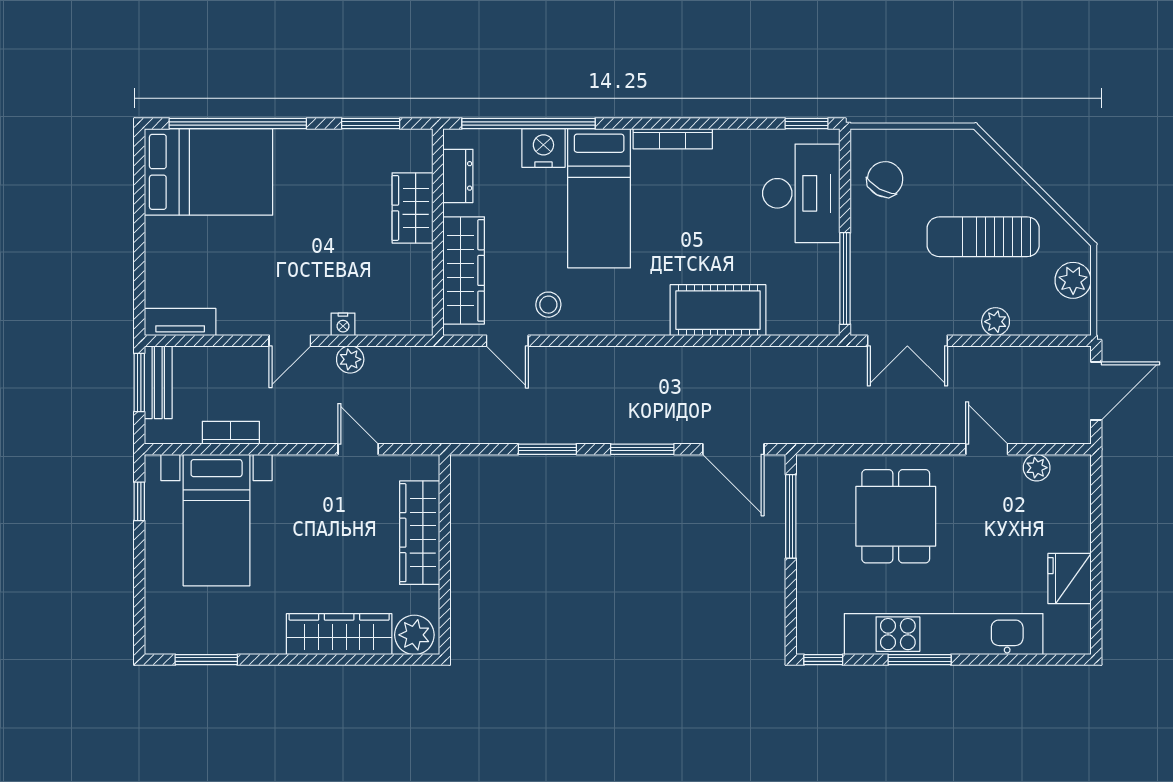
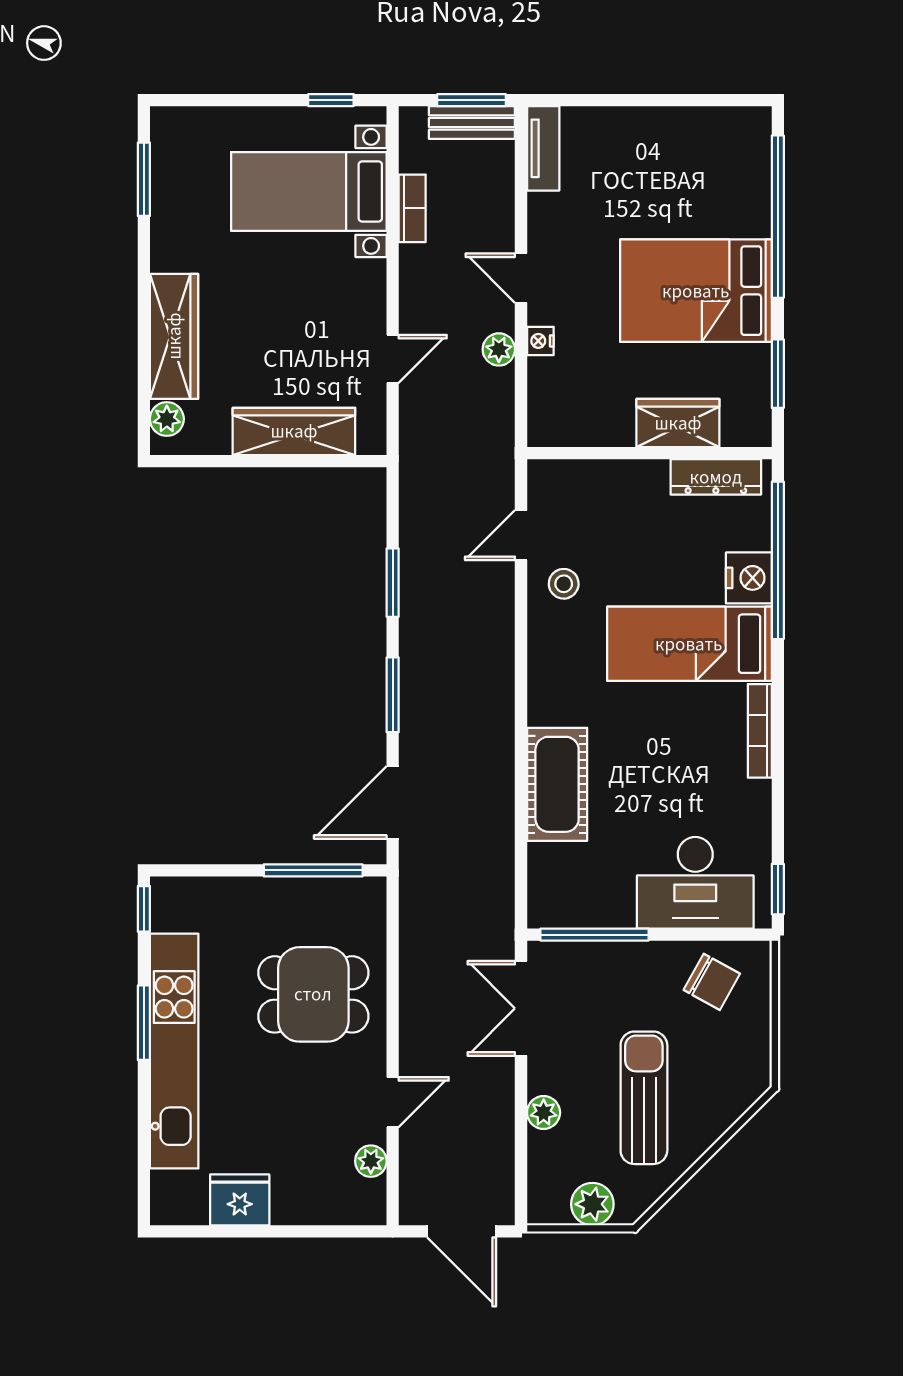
bed: (209, 172) -> (696, 291), moved, turned 90
dresser: (458, 176) -> (716, 477), width x1.44
wardrobe: (464, 270) -> (604, 484), removed
plant: (414, 635) -> (167, 419), width x0.73, depth x0.73

